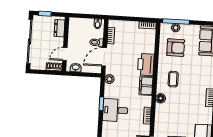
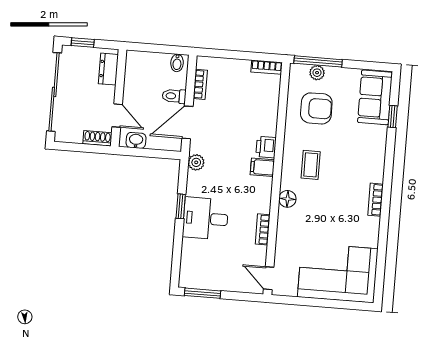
door: (65, 54) -> (117, 116), swing flipped
printer: (146, 65) -> (266, 147), width x0.53, depth x0.68
filing cabinet: (146, 86) -> (262, 167), width x0.50

